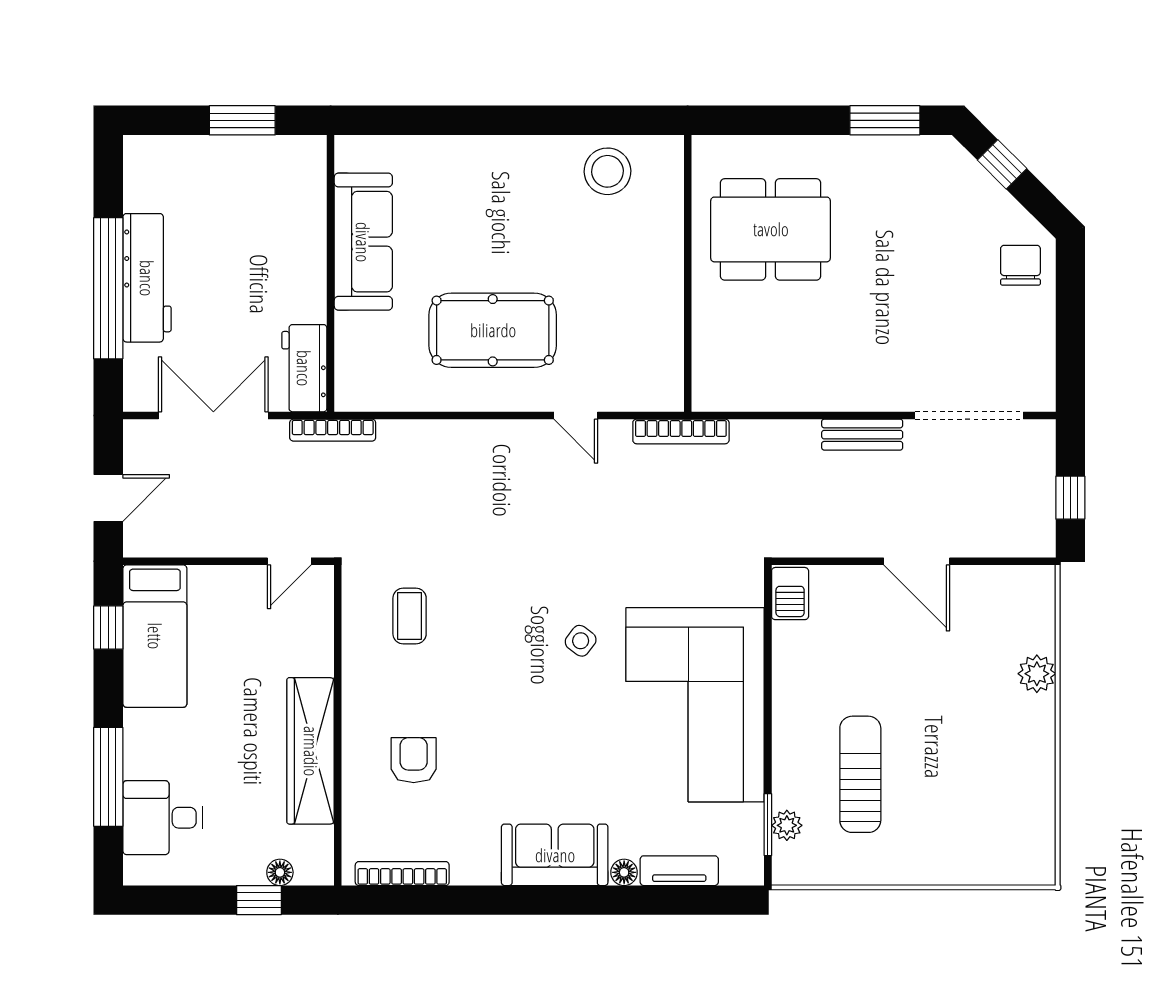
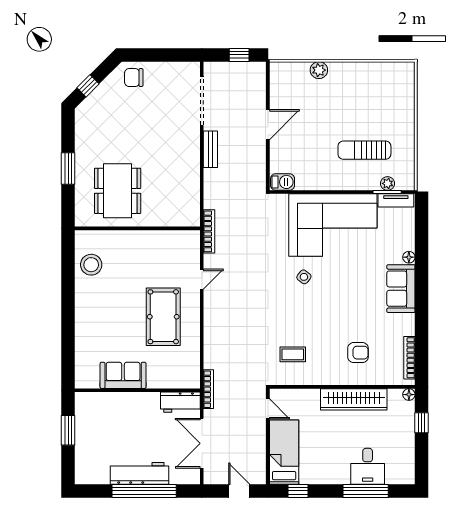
window: (885, 120) -> (68, 168), moved
sofa: (363, 242) -> (123, 375), width x0.73
bed: (155, 636) -> (284, 452), moved, turned -90
armchair: (414, 760) -> (358, 353), turned 180
desk: (163, 818) -> (368, 466), moved
tv unit: (679, 871) -> (396, 200), moved, turned -90
floor lamp: (280, 872) -> (409, 395), moved

